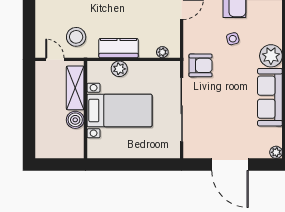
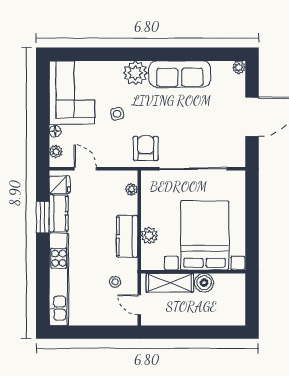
stool: (76, 37) -> (115, 282), width x0.53, depth x0.53
door: (55, 59) -> (139, 305), hinge flipped
bed with nightstands: (119, 110) -> (205, 235), width x1.36

